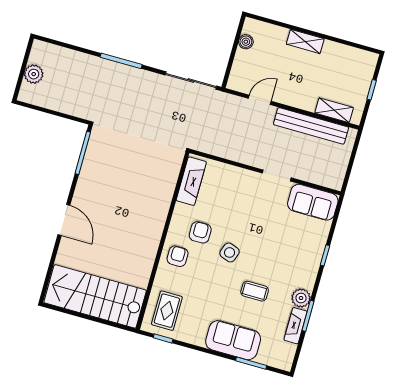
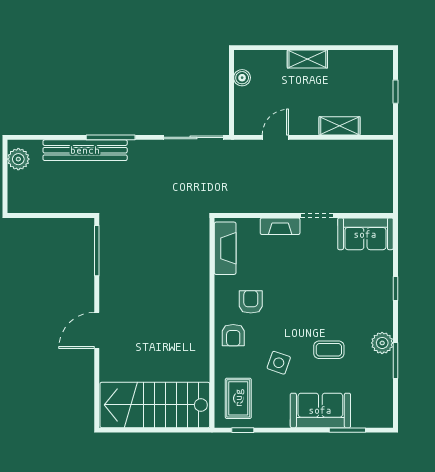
plant: (34, 74) -> (18, 159), moved
shelving: (334, 110) -> (340, 126), moved
bench: (311, 126) -> (85, 150), moved
door: (64, 220) -> (97, 330), swing flipped
side table: (230, 252) -> (279, 363), moved
armchair: (178, 256) -> (233, 335), turned 180
fireplace: (295, 326) -> (280, 226), moved, turned -90

